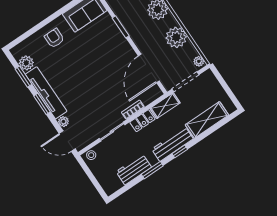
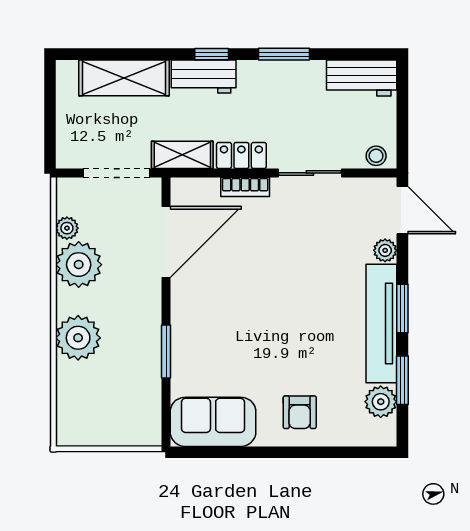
plant: (199, 61) -> (67, 228), moved
workbench: (172, 144) -> (204, 76), width x0.73
workbench: (134, 169) -> (362, 78), moved

